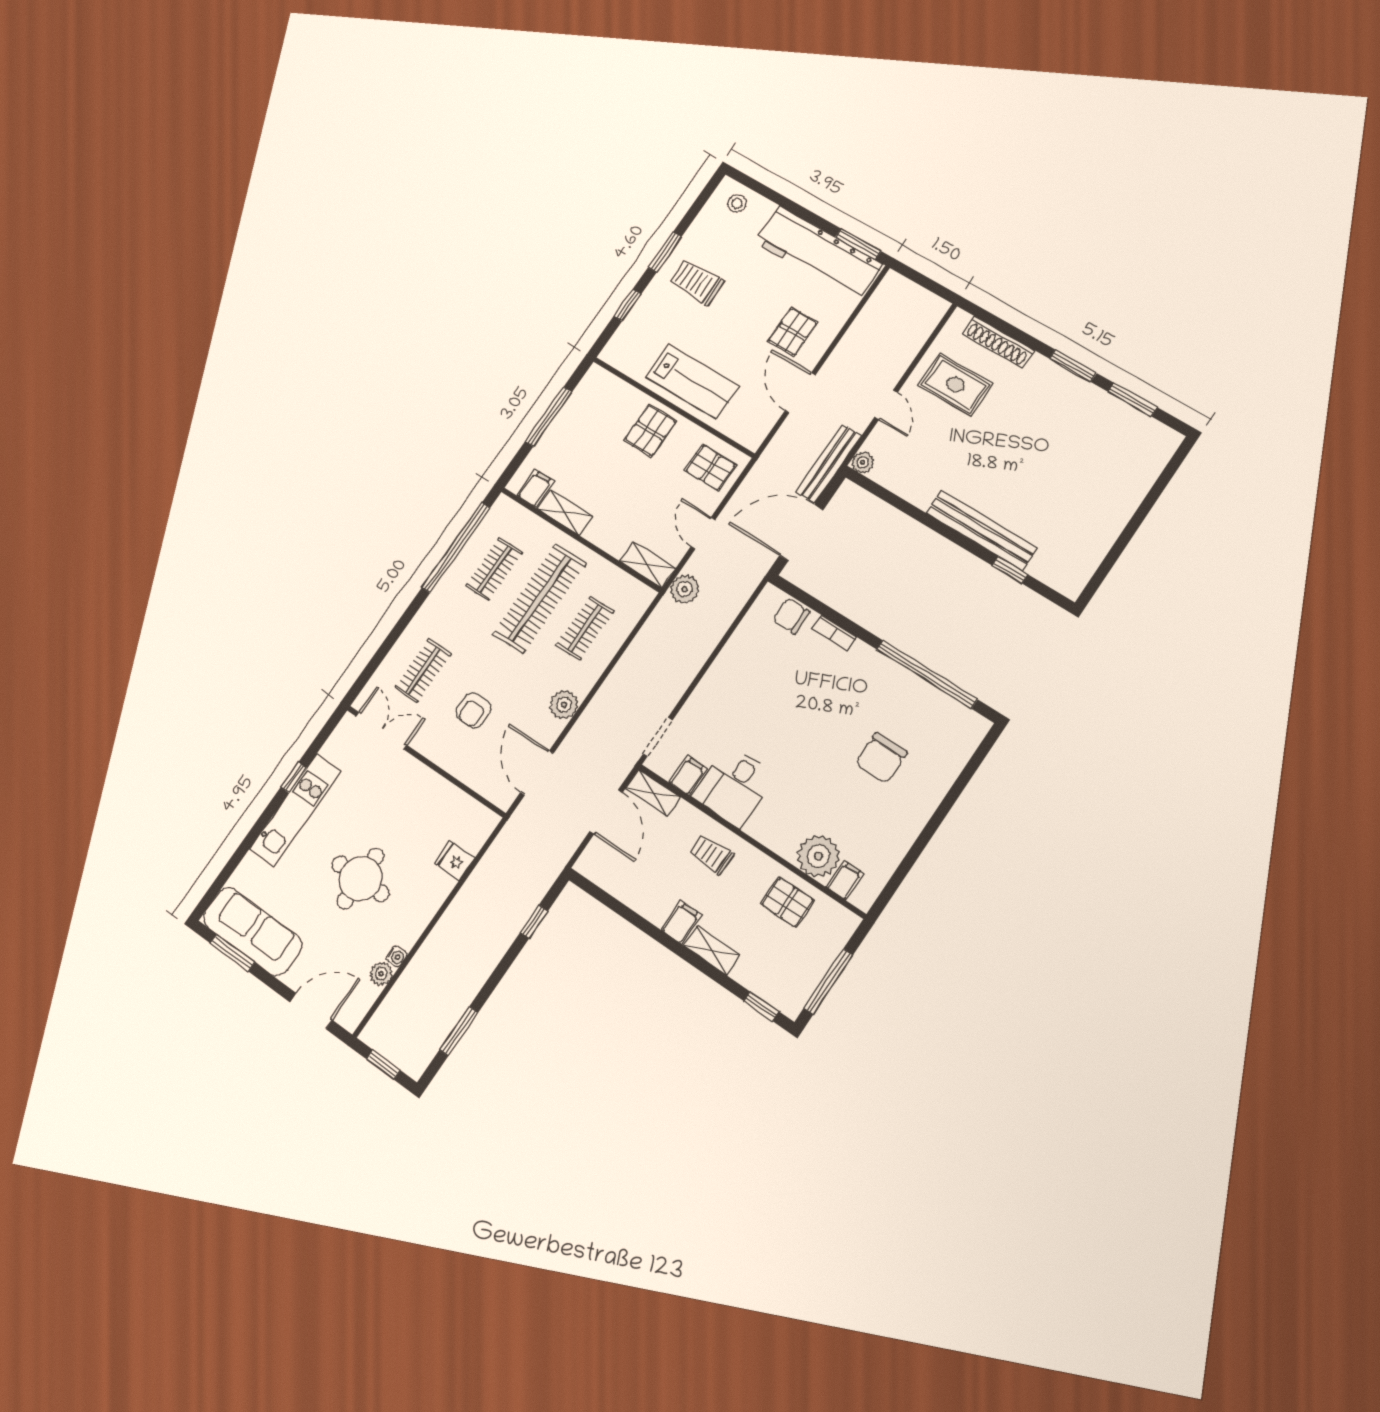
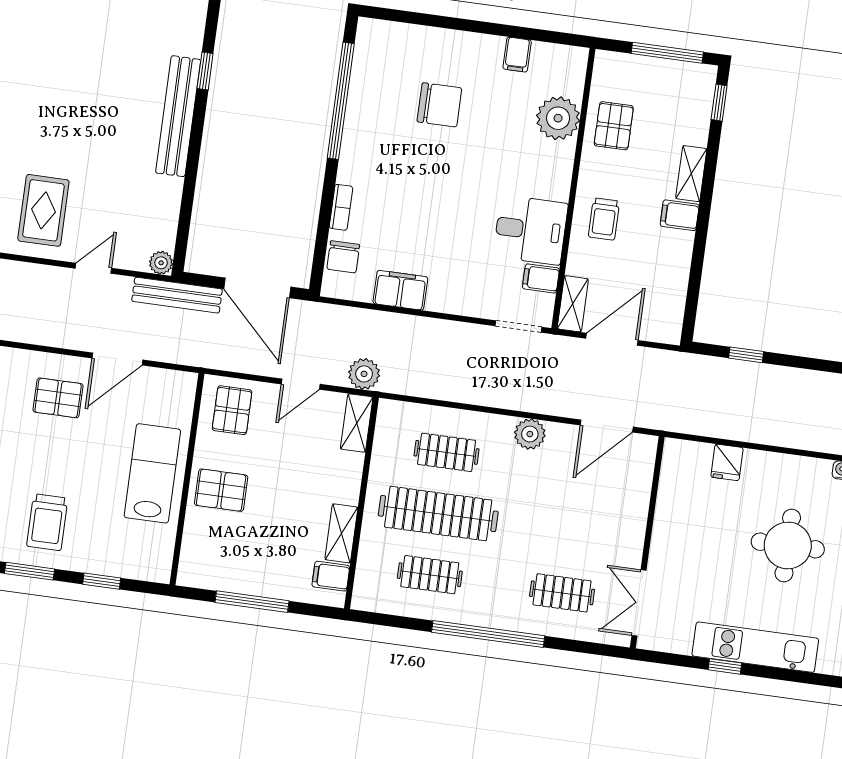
window: (456, 548) -> (488, 634), moved
filing cabinet: (739, 651) -> (400, 290), added
armchair: (474, 710) -> (577, 521), removed
filing cabinet: (845, 880) -> (517, 55), moved, turned -90

